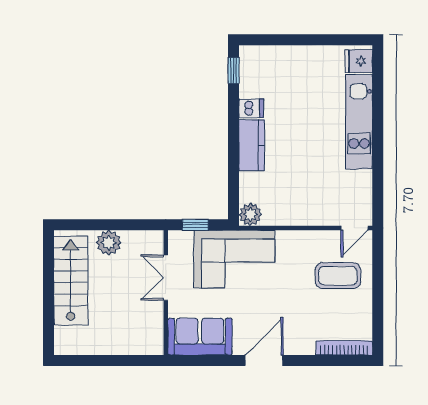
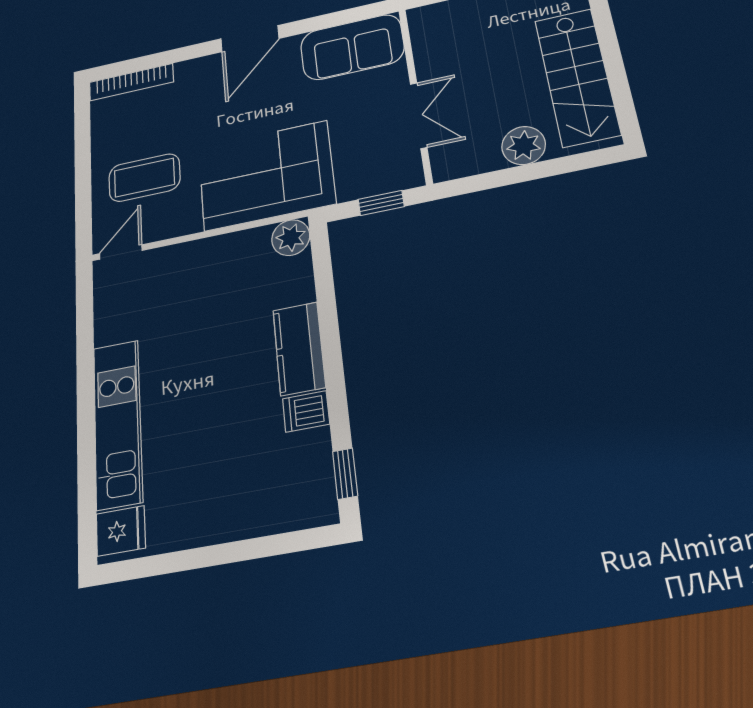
corner sofa: (234, 259) -> (266, 175), moved

